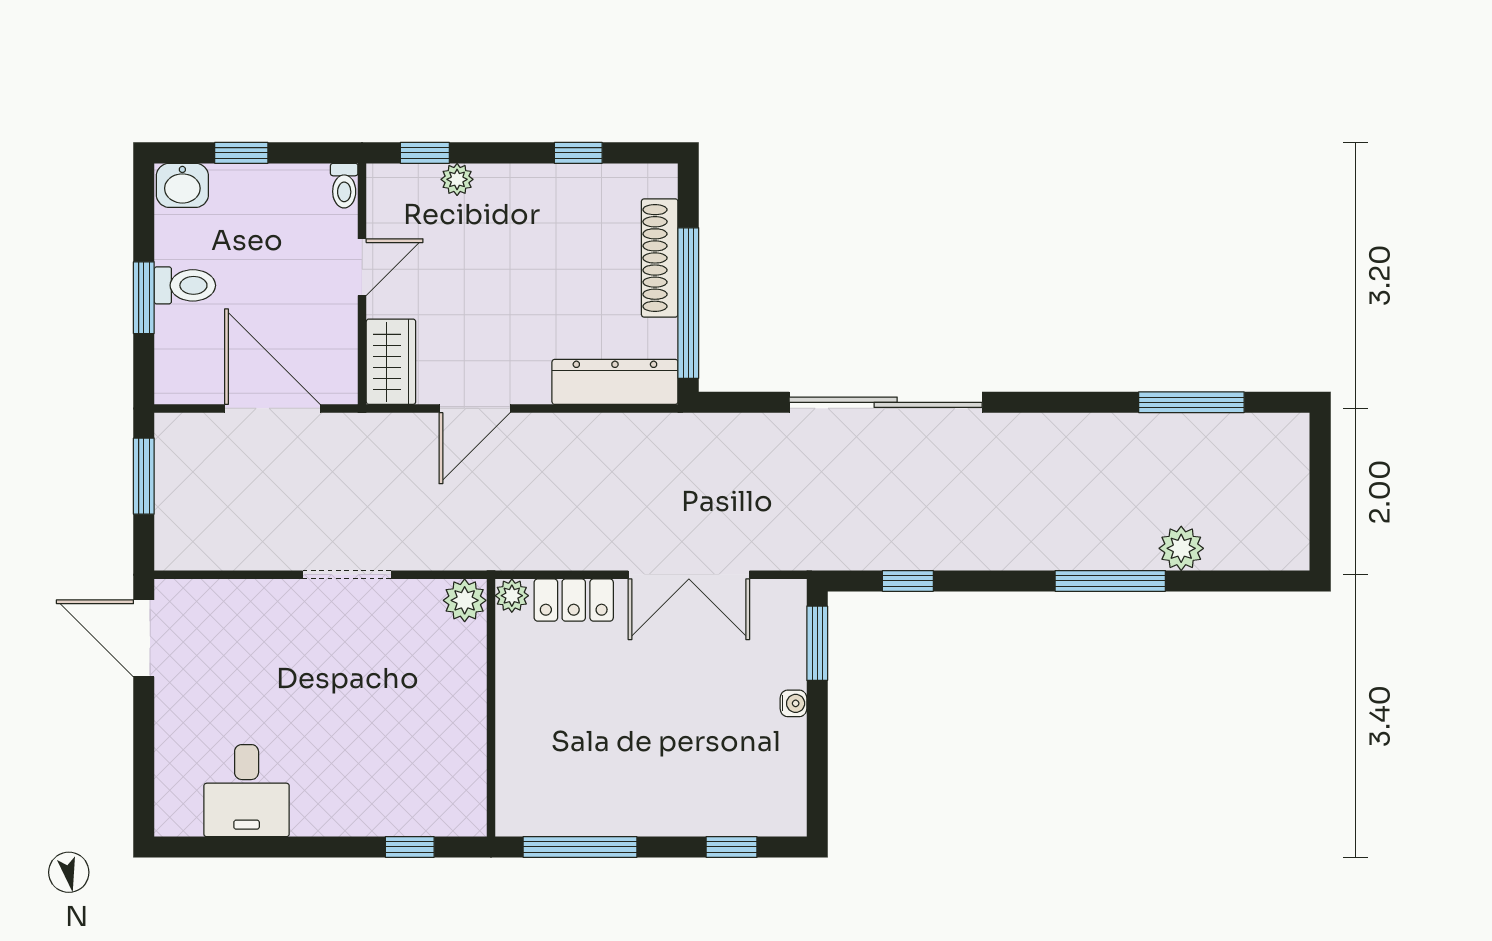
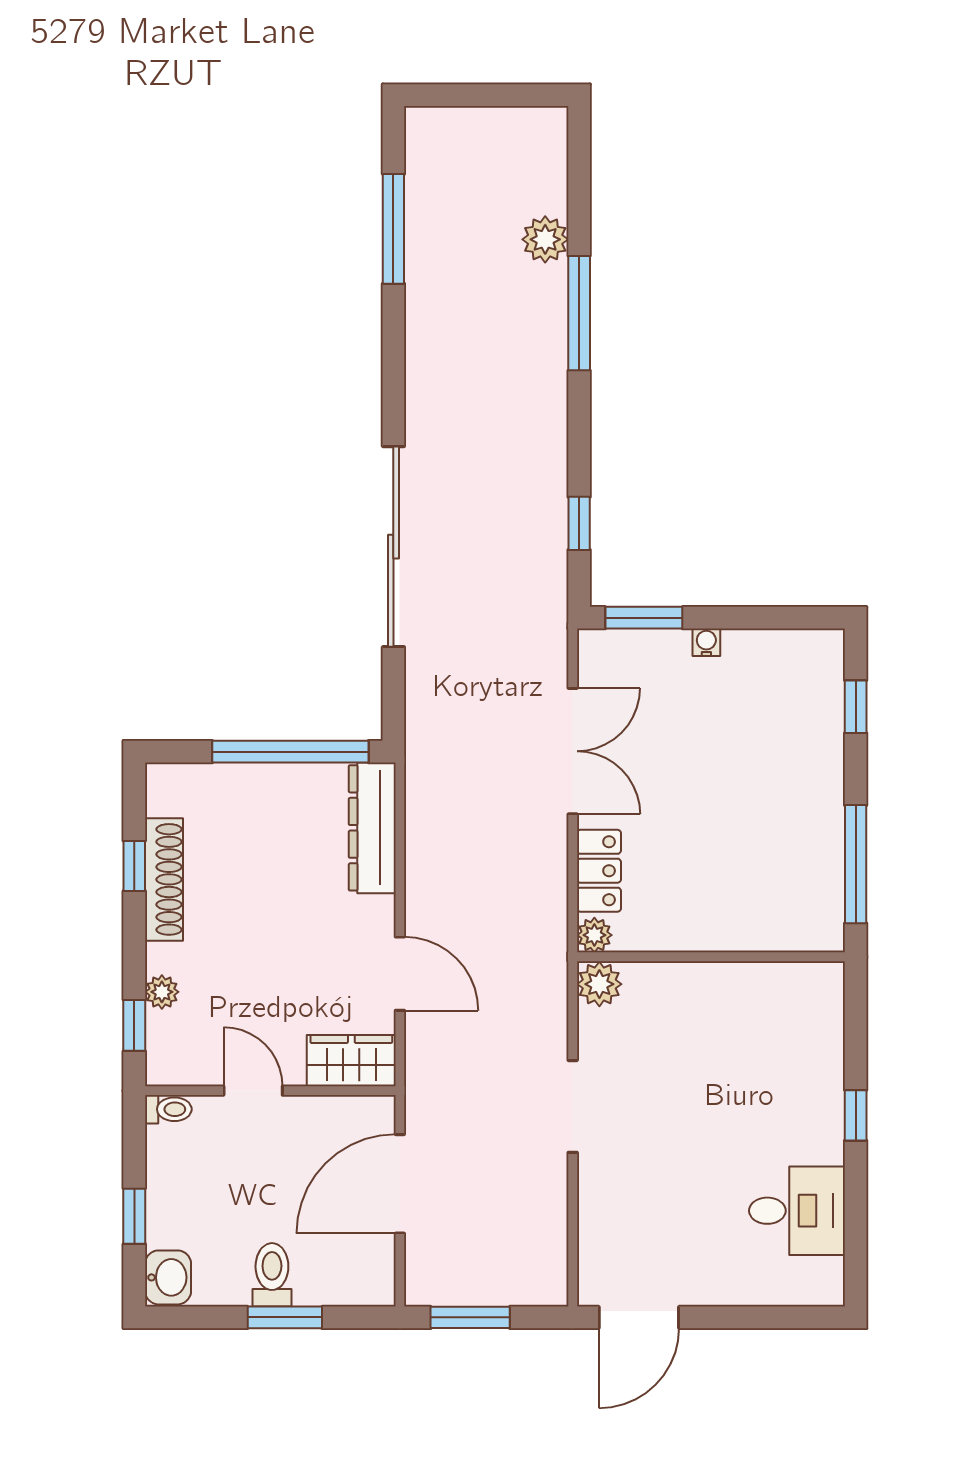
shoe rack: (660, 258) -> (164, 879), moved, turned -90
window: (410, 847) -> (856, 1115), moved

